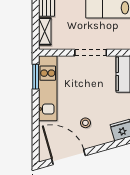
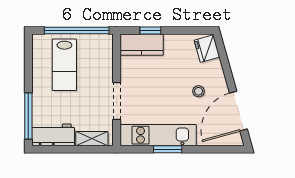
doorway: (91, 53) -> (117, 101), moved
window: (36, 77) -> (168, 149), moved

